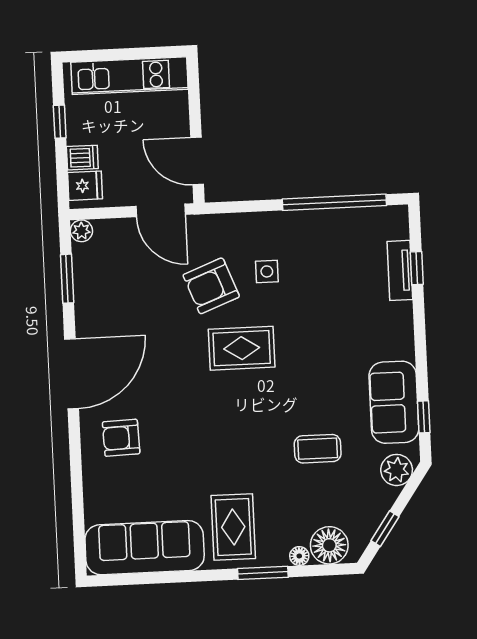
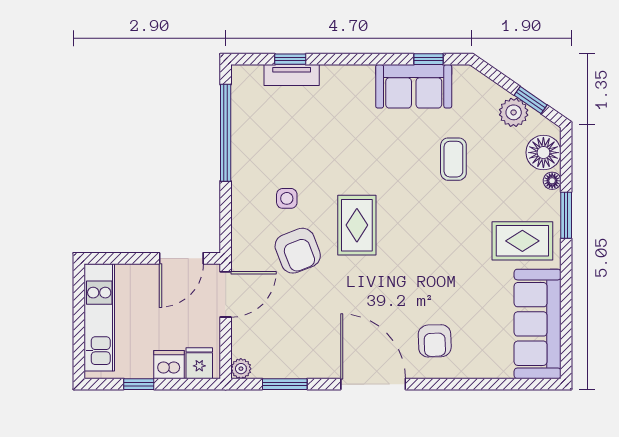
dishwasher: (82, 158) -> (169, 365), width x1.38
plant: (397, 470) -> (514, 112), moved

